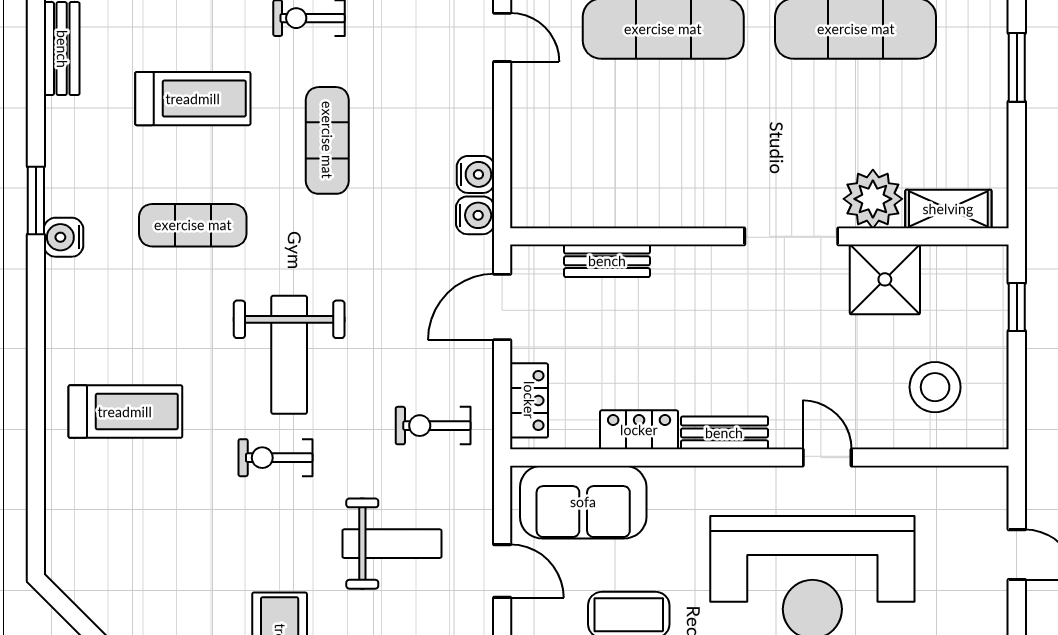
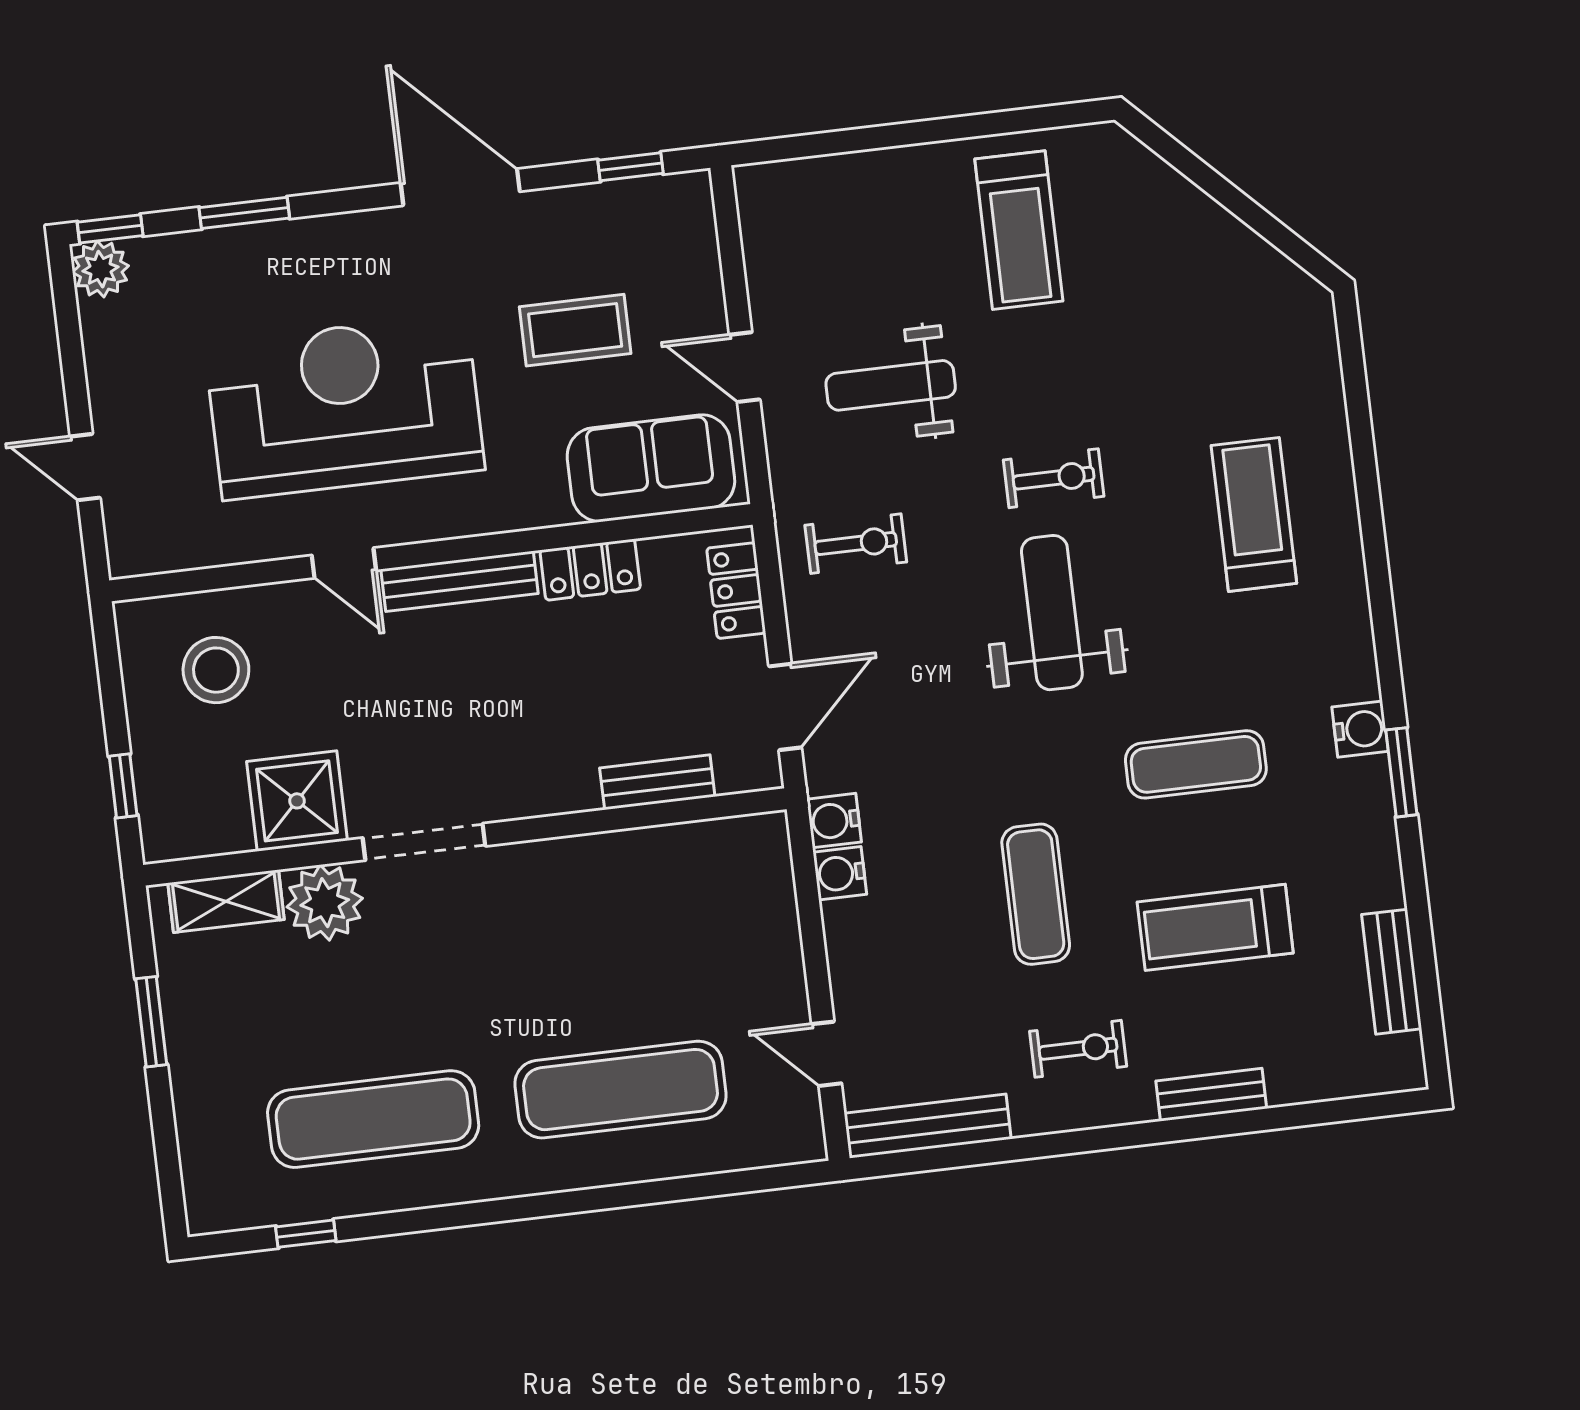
window: (1017, 67) -> (151, 1022), moved
treadmill: (125, 412) -> (1254, 514), turned 90
bench: (724, 433) -> (459, 581), width x1.36

